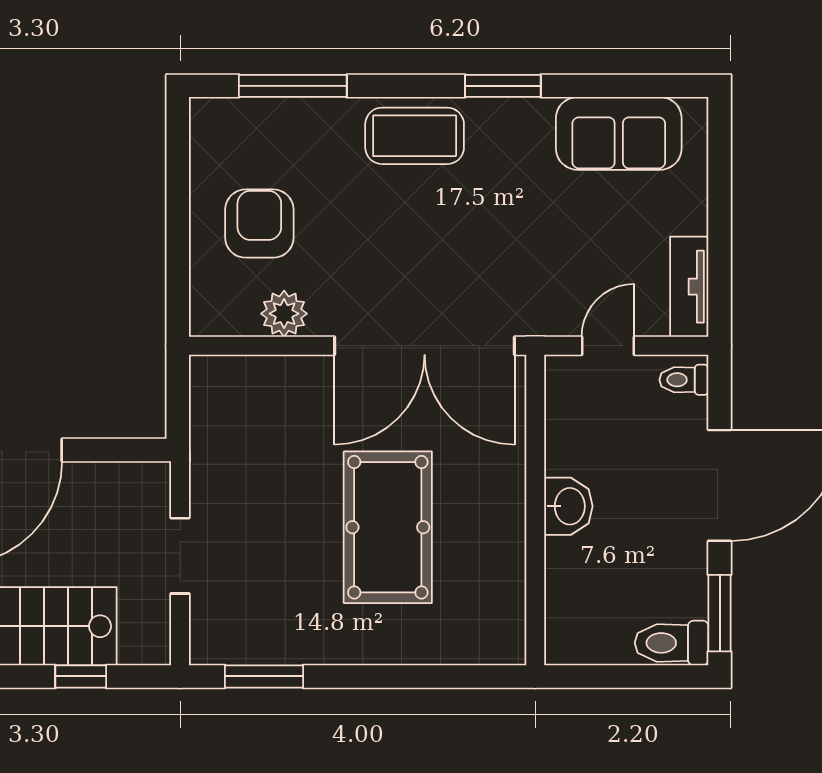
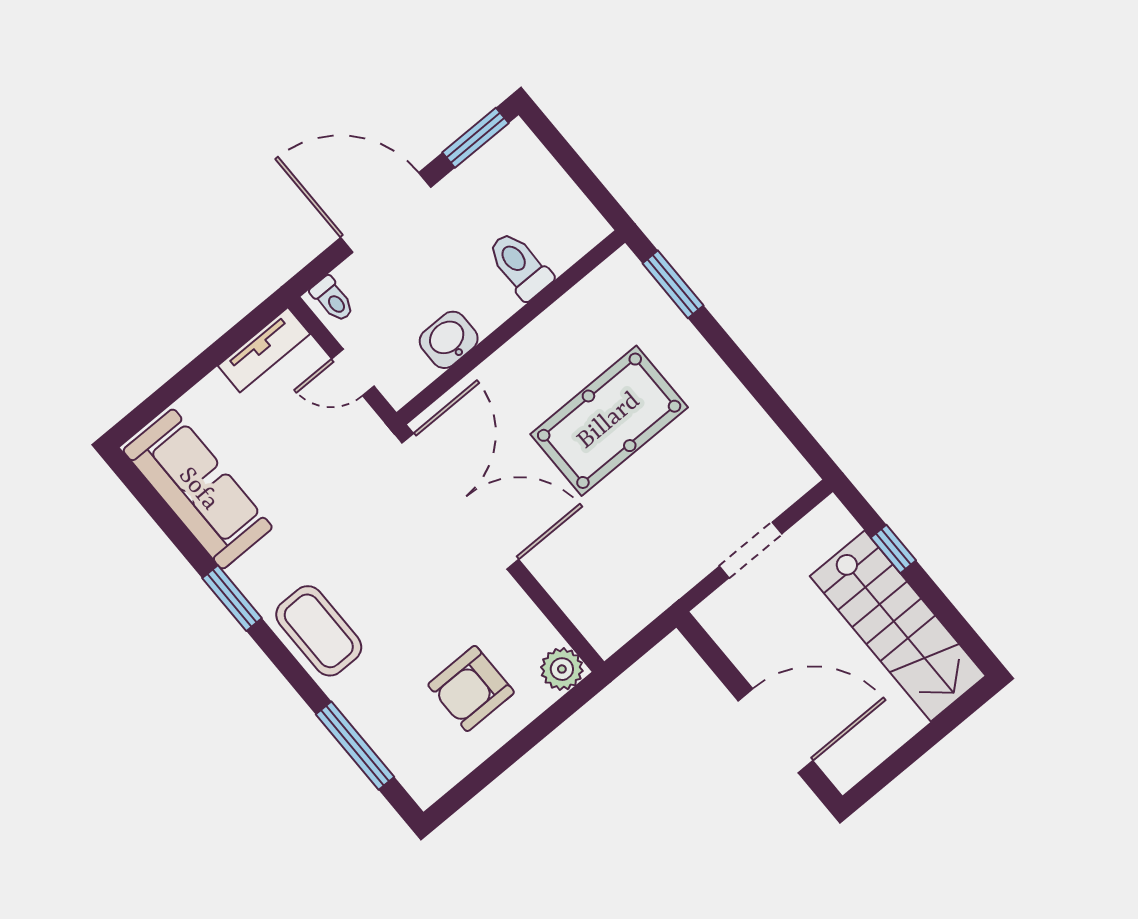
sofa: (619, 133) -> (198, 489), width x1.36
plant: (284, 314) -> (562, 669), moved
washbasin: (568, 506) -> (449, 340), moved
toilet: (672, 643) -> (520, 266), moved, turned 180
window: (264, 676) -> (673, 284), moved

